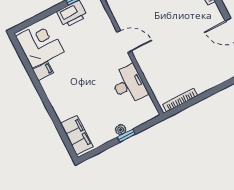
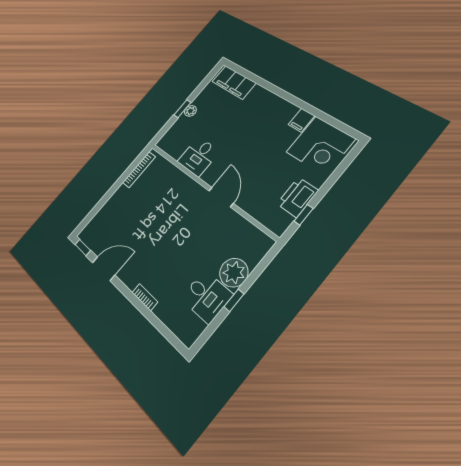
door: (124, 42) -> (221, 197), swing flipped
desk: (129, 85) -> (198, 156), width x0.73

